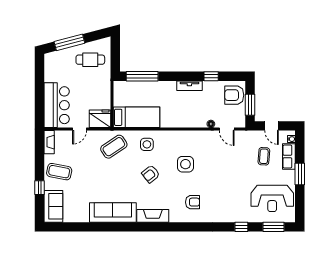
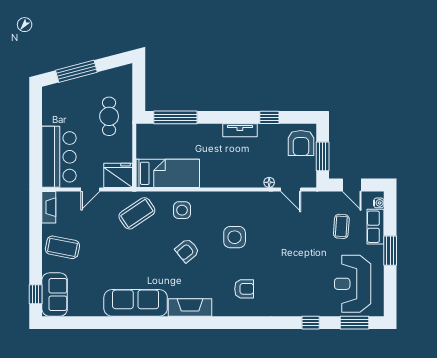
cafe table: (90, 60) -> (109, 116), moved, turned 90
armchair: (234, 95) -> (301, 143), turned -90
window: (40, 188) -> (36, 294), moved
reception desk: (272, 198) -> (353, 284), turned 90

